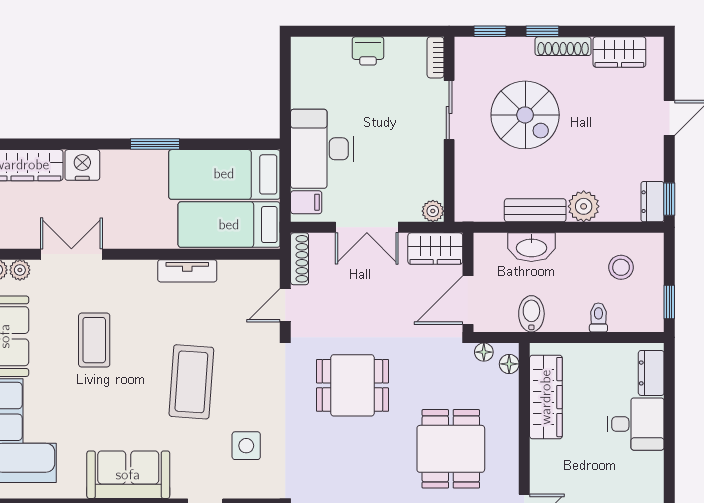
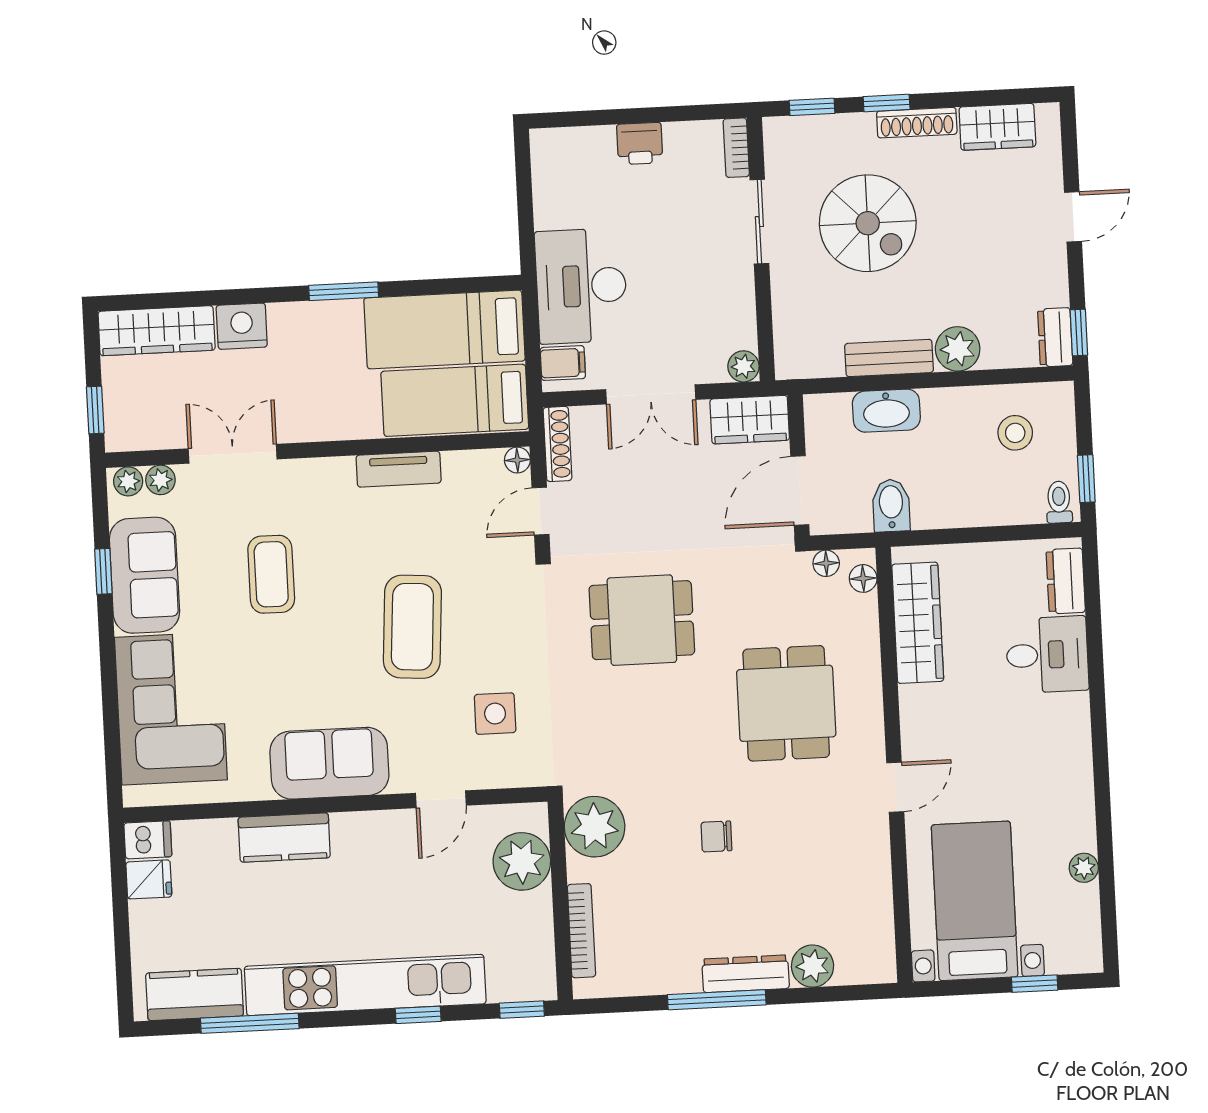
floor lamp: (271, 269) -> (517, 460), added
toilet: (598, 317) -> (1059, 502), moved

